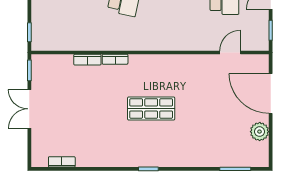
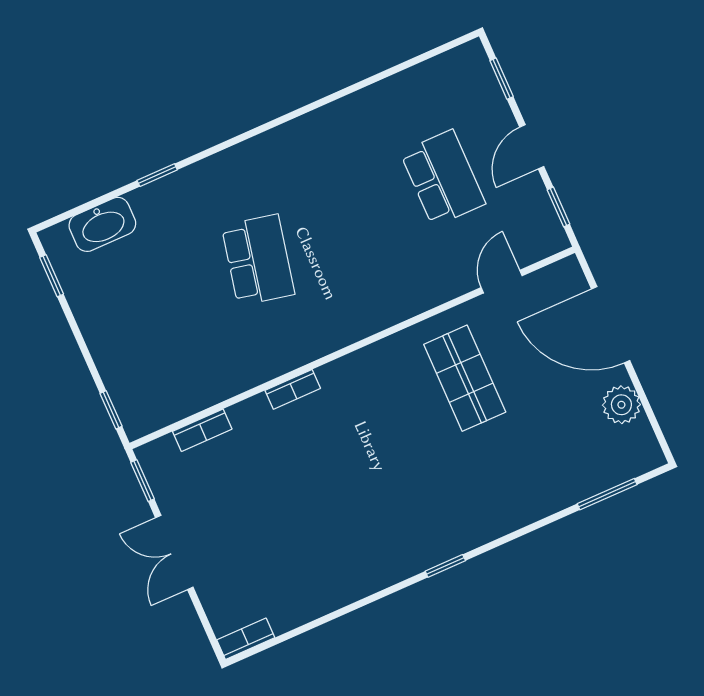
bookcase: (87, 60) -> (202, 430), moved
shop shelf: (151, 108) -> (465, 378), moved, turned 90
bookcase: (62, 162) -> (246, 639), moved

